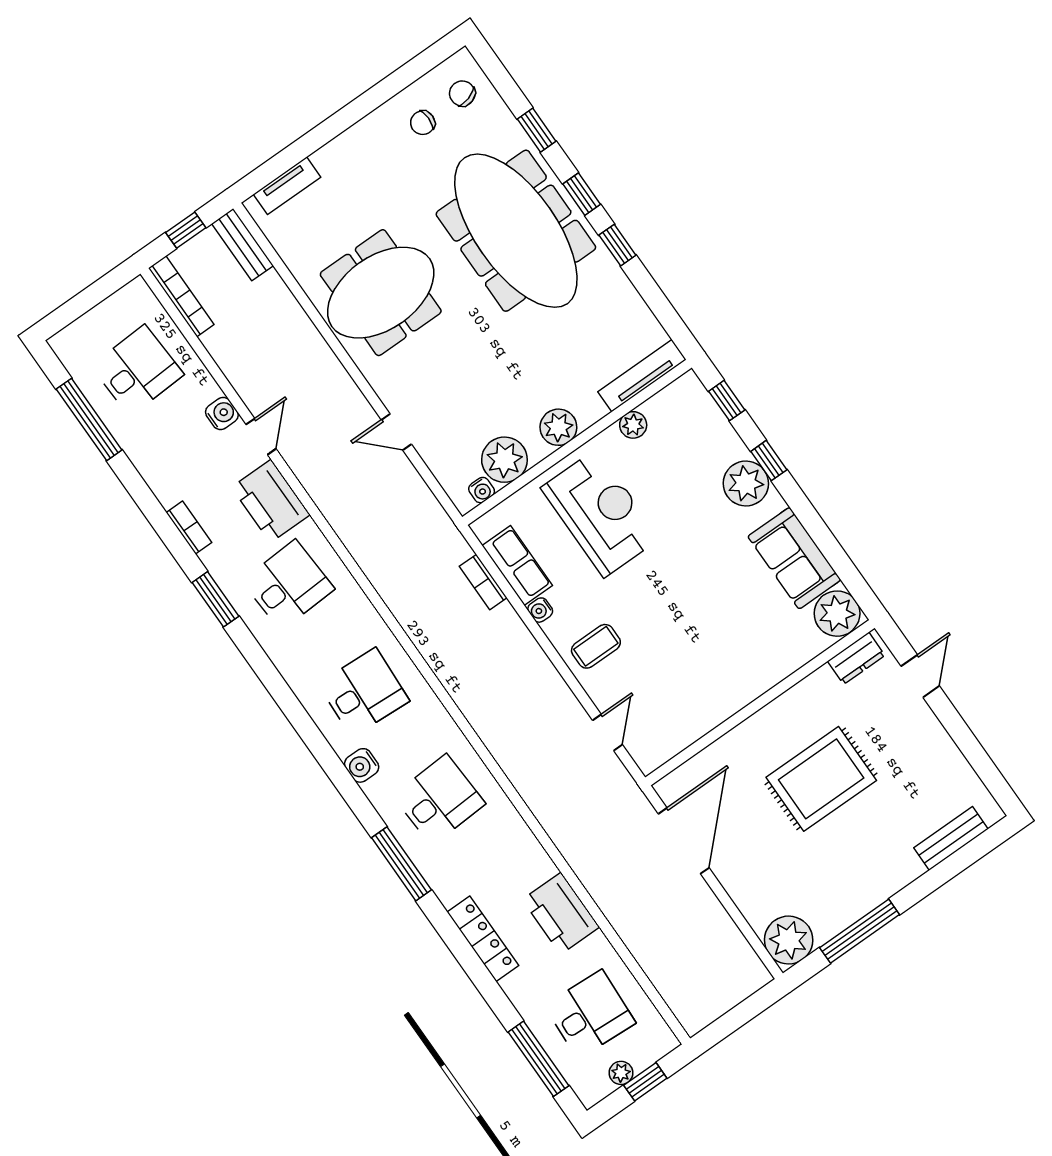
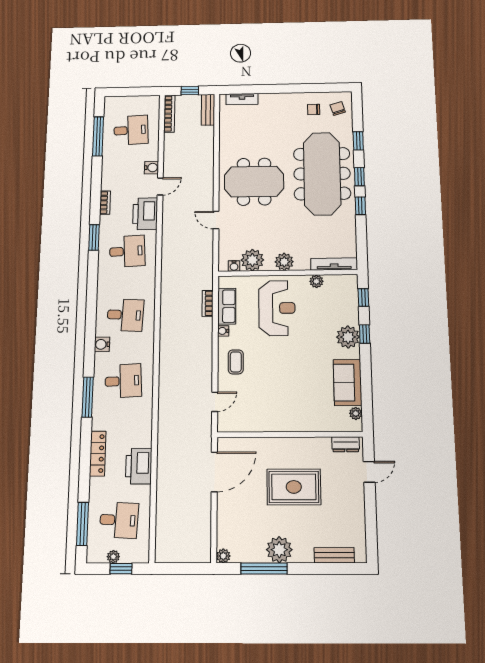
meeting table: (381, 293) -> (254, 182), moved
plant: (837, 614) -> (356, 413), width x0.53, depth x0.53
coffee table: (596, 646) -> (236, 362), turned 90
plant: (863, 888) -> (279, 550), added
plant: (789, 940) -> (223, 556), width x0.53, depth x0.53

